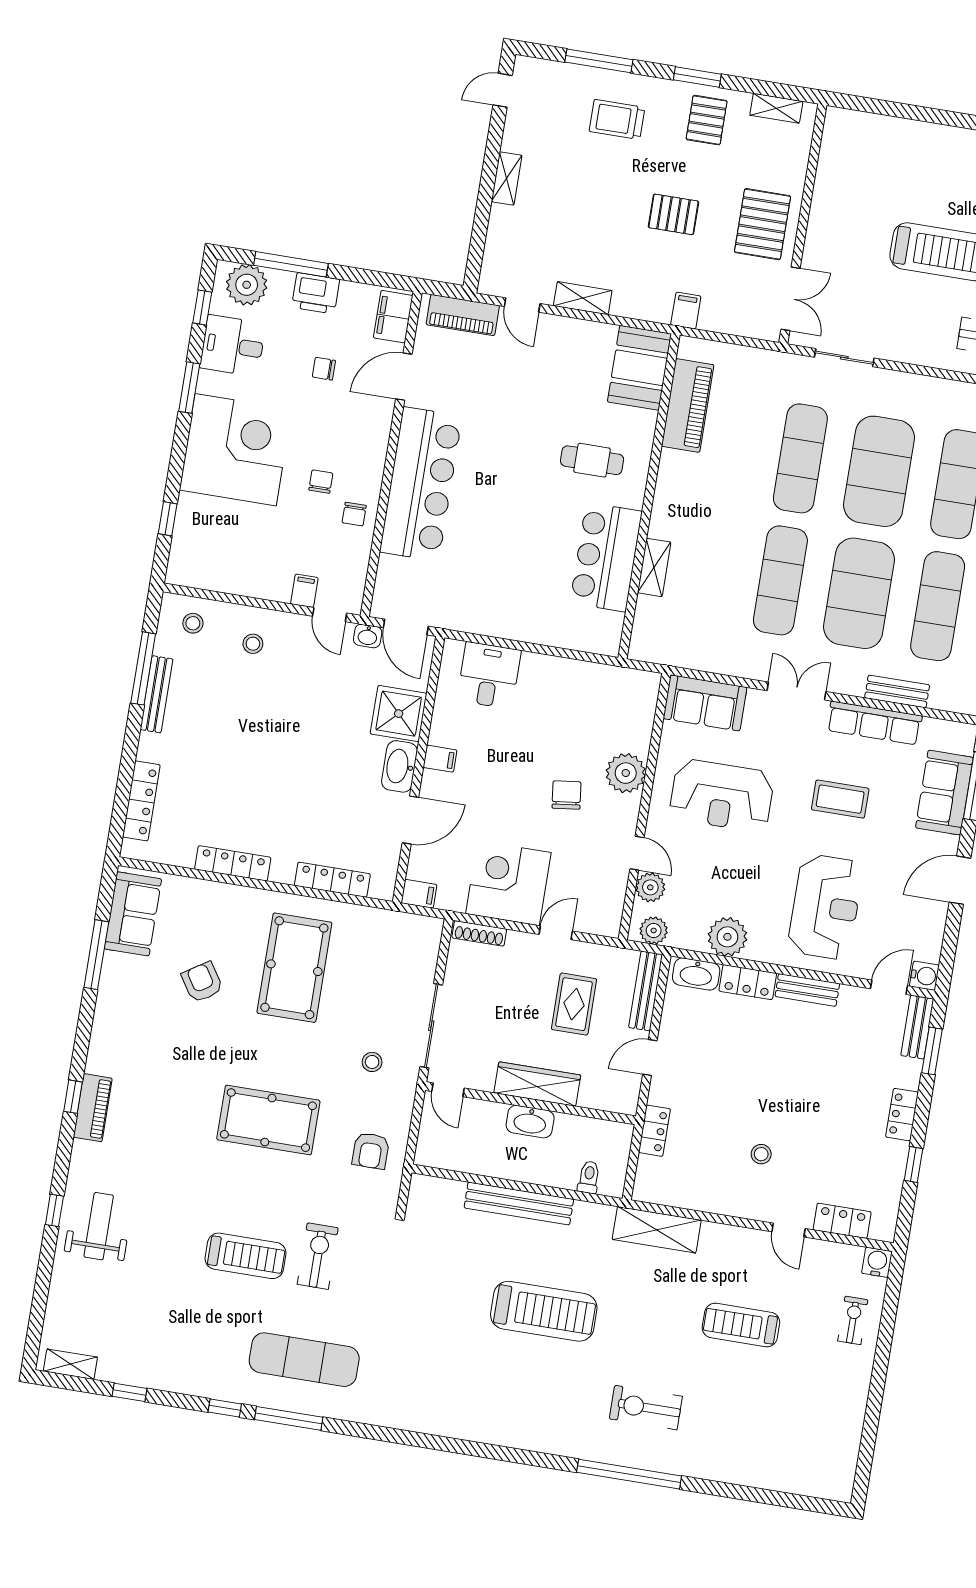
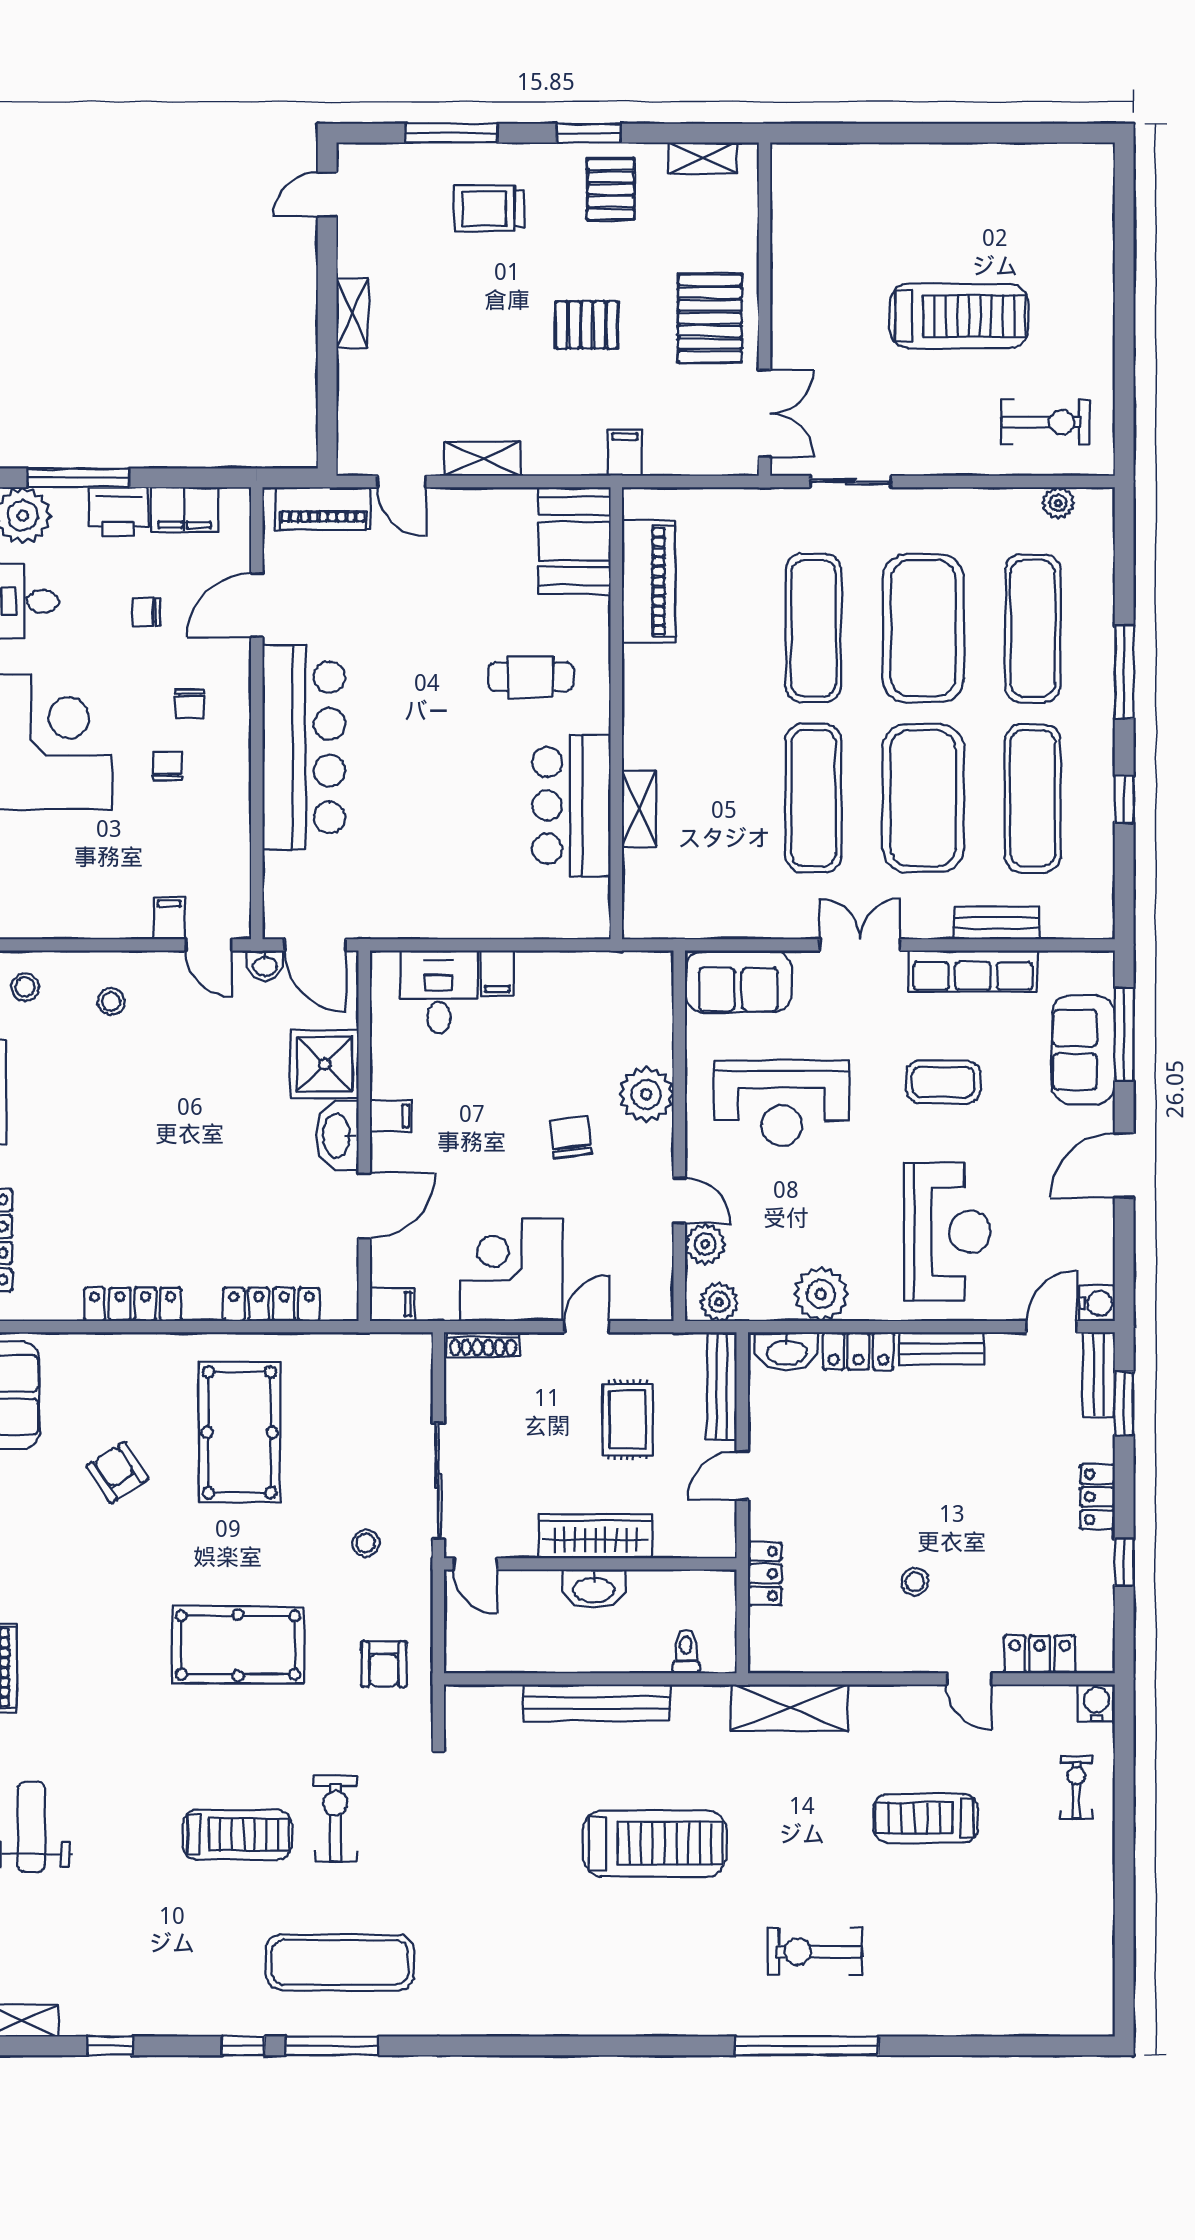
filing cabinet: (393, 317) -> (184, 509), moved, turned -90
chair: (354, 514) -> (190, 704), moved
filing cabinet: (533, 669) -> (497, 973), added

